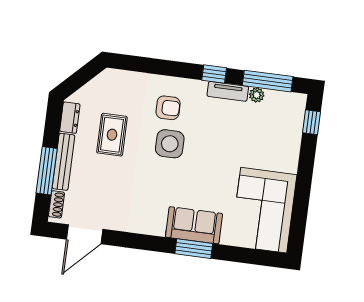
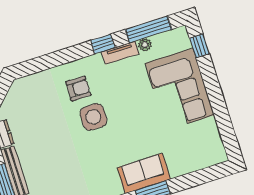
rug: (112, 135) -> (43, 132), removed
corner sofa: (264, 210) -> (180, 89), moved

